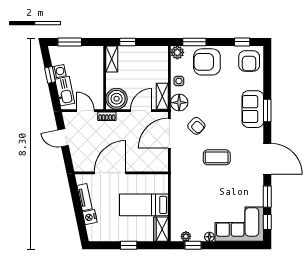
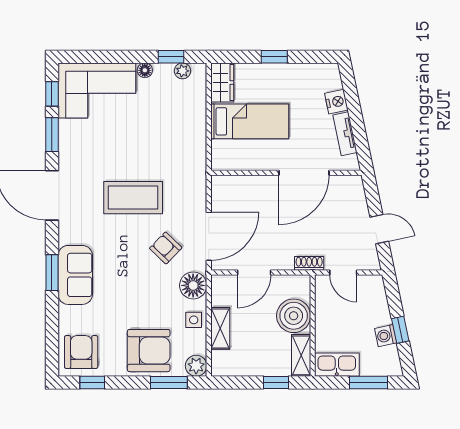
kitchen sink: (65, 91) -> (337, 365), moved, turned 102
shelving: (162, 96) -> (220, 328), moved
boiler: (117, 99) -> (294, 316), moved
coffee table: (217, 157) -> (133, 198), width x1.36, depth x1.32

